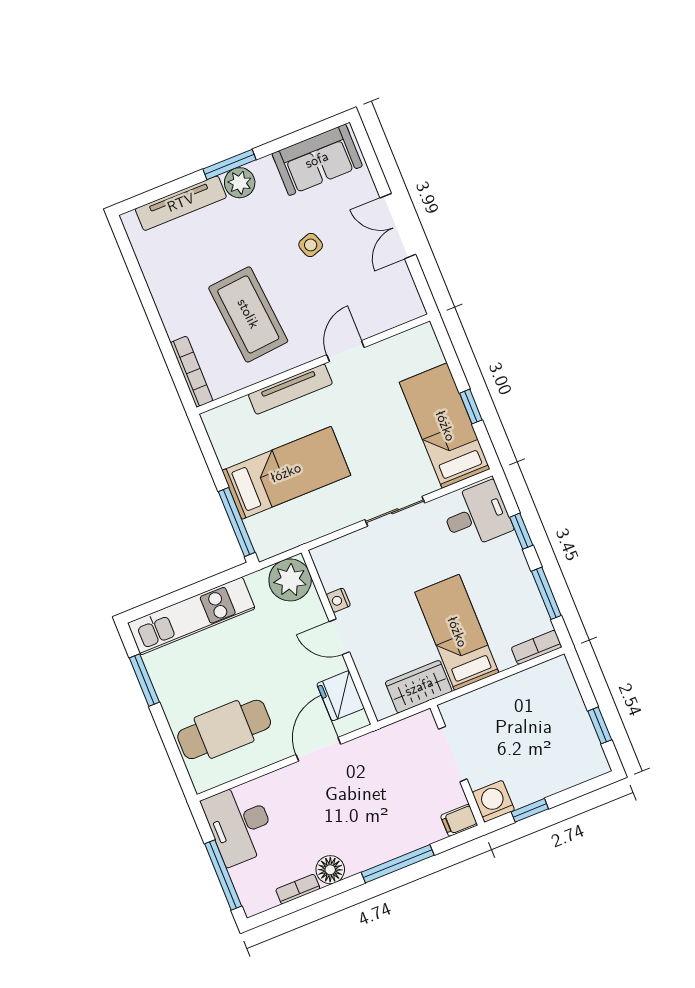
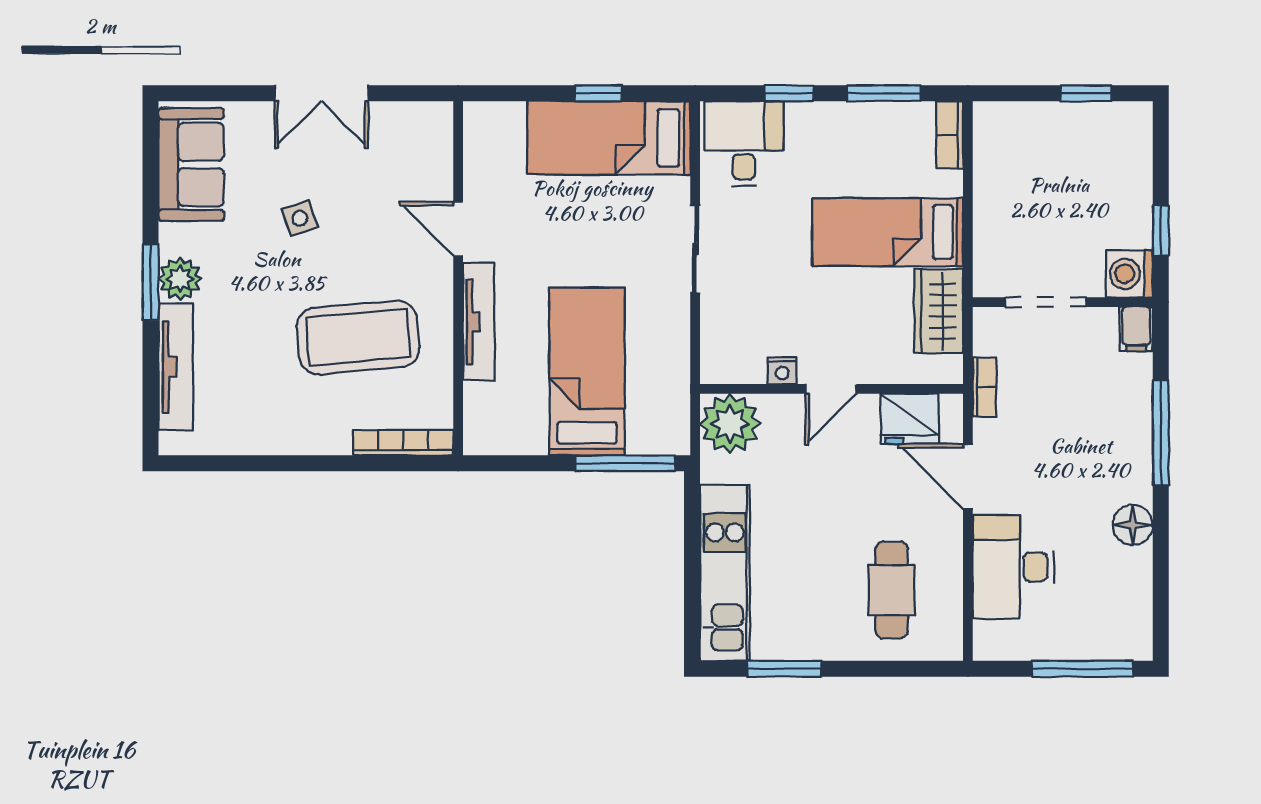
cafe table: (224, 729) -> (892, 590), width x0.73, depth x0.74
desk: (239, 824) -> (1013, 567), moved, turned 90
bookcase: (298, 889) -> (985, 387), moved, turned 180

